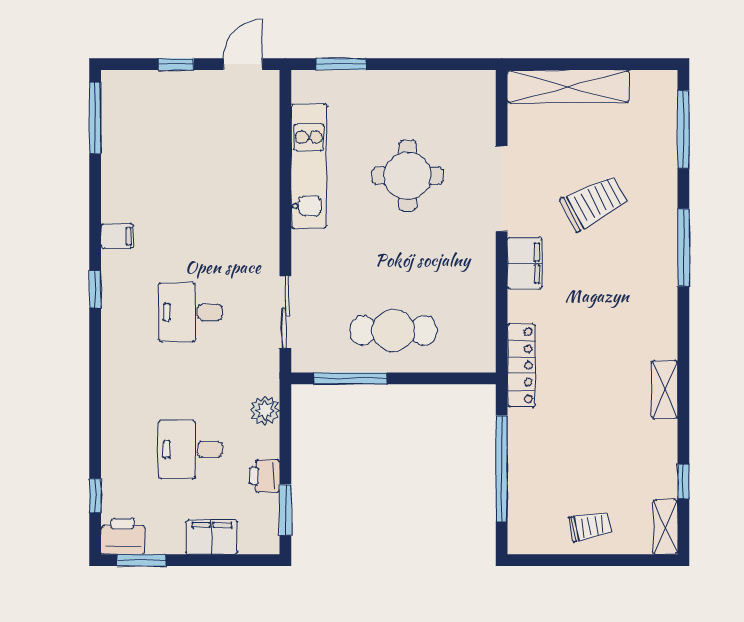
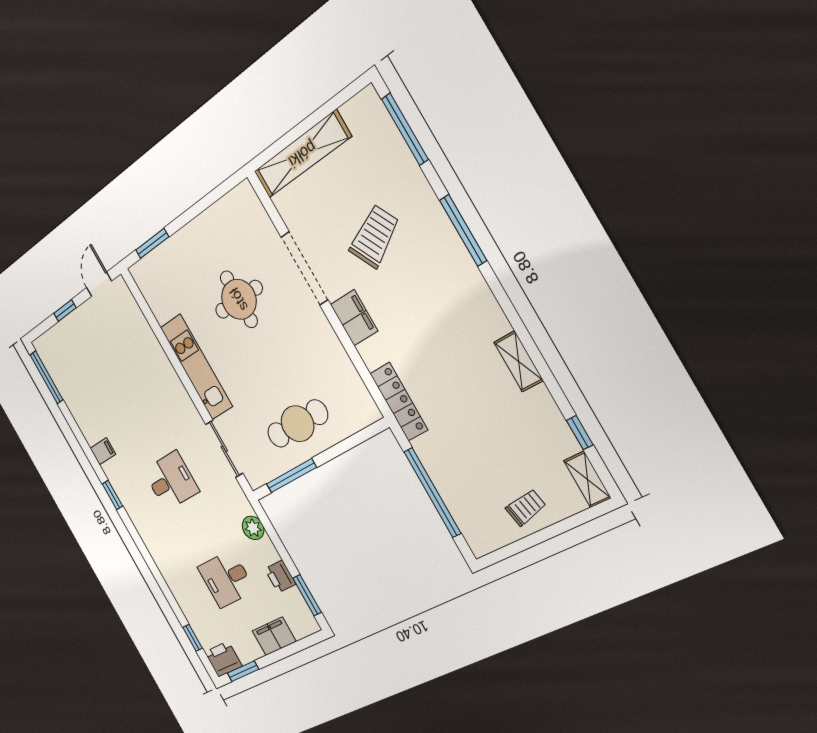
kitchen unit: (309, 166) -> (196, 367), moved
desk: (190, 312) -> (171, 481), turned 180

